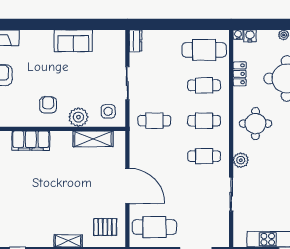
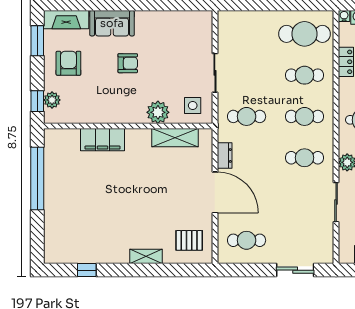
sofa: (73, 41) -> (112, 23), moved
dresser: (136, 41) -> (225, 156), moved
armchair: (48, 105) -> (128, 63), moved, turned 90
cafe table: (154, 227) -> (247, 240), width x0.73, depth x0.74

